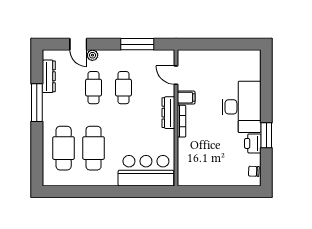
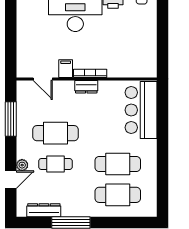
door: (176, 75) -> (43, 79), hinge flipped
cafe table: (123, 88) -> (55, 133), width x1.37, depth x1.35
dresser: (168, 113) -> (86, 87), width x0.70

